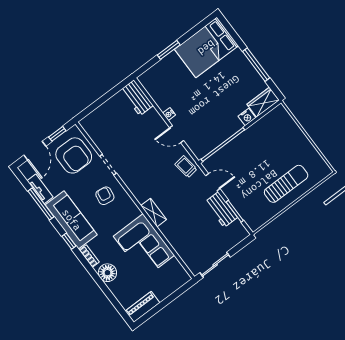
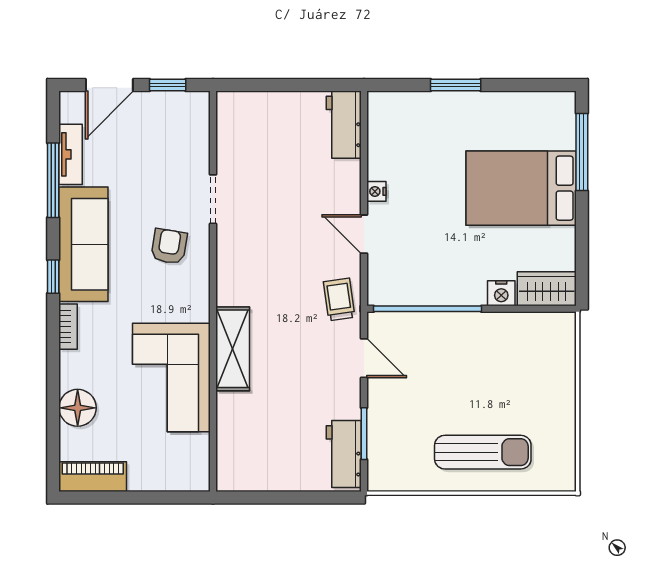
bed: (206, 47) -> (521, 188), moved
window: (256, 65) -> (582, 152), moved
armchair: (74, 155) -> (168, 141), removed
workbench: (221, 210) -> (344, 454), moved
shelving: (154, 213) -> (233, 349), width x1.50, depth x1.33
sliding door: (215, 265) -> (265, 498), removed
floor lamp: (107, 273) -> (78, 408), moved

